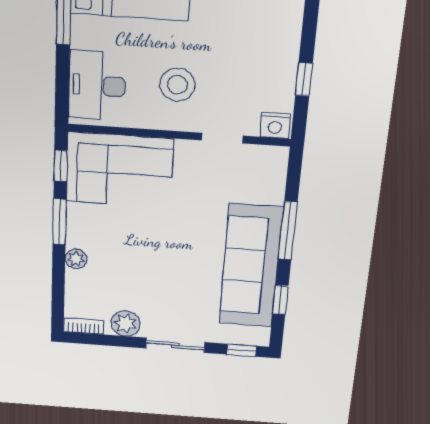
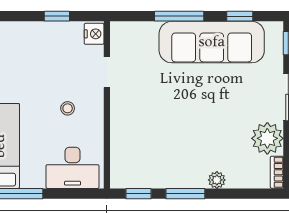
stool: (177, 85) -> (68, 108), width x0.53, depth x0.53
corner sofa: (119, 170) -> (139, 148), removed
plant: (126, 323) -> (267, 138), width x1.36, depth x1.36

